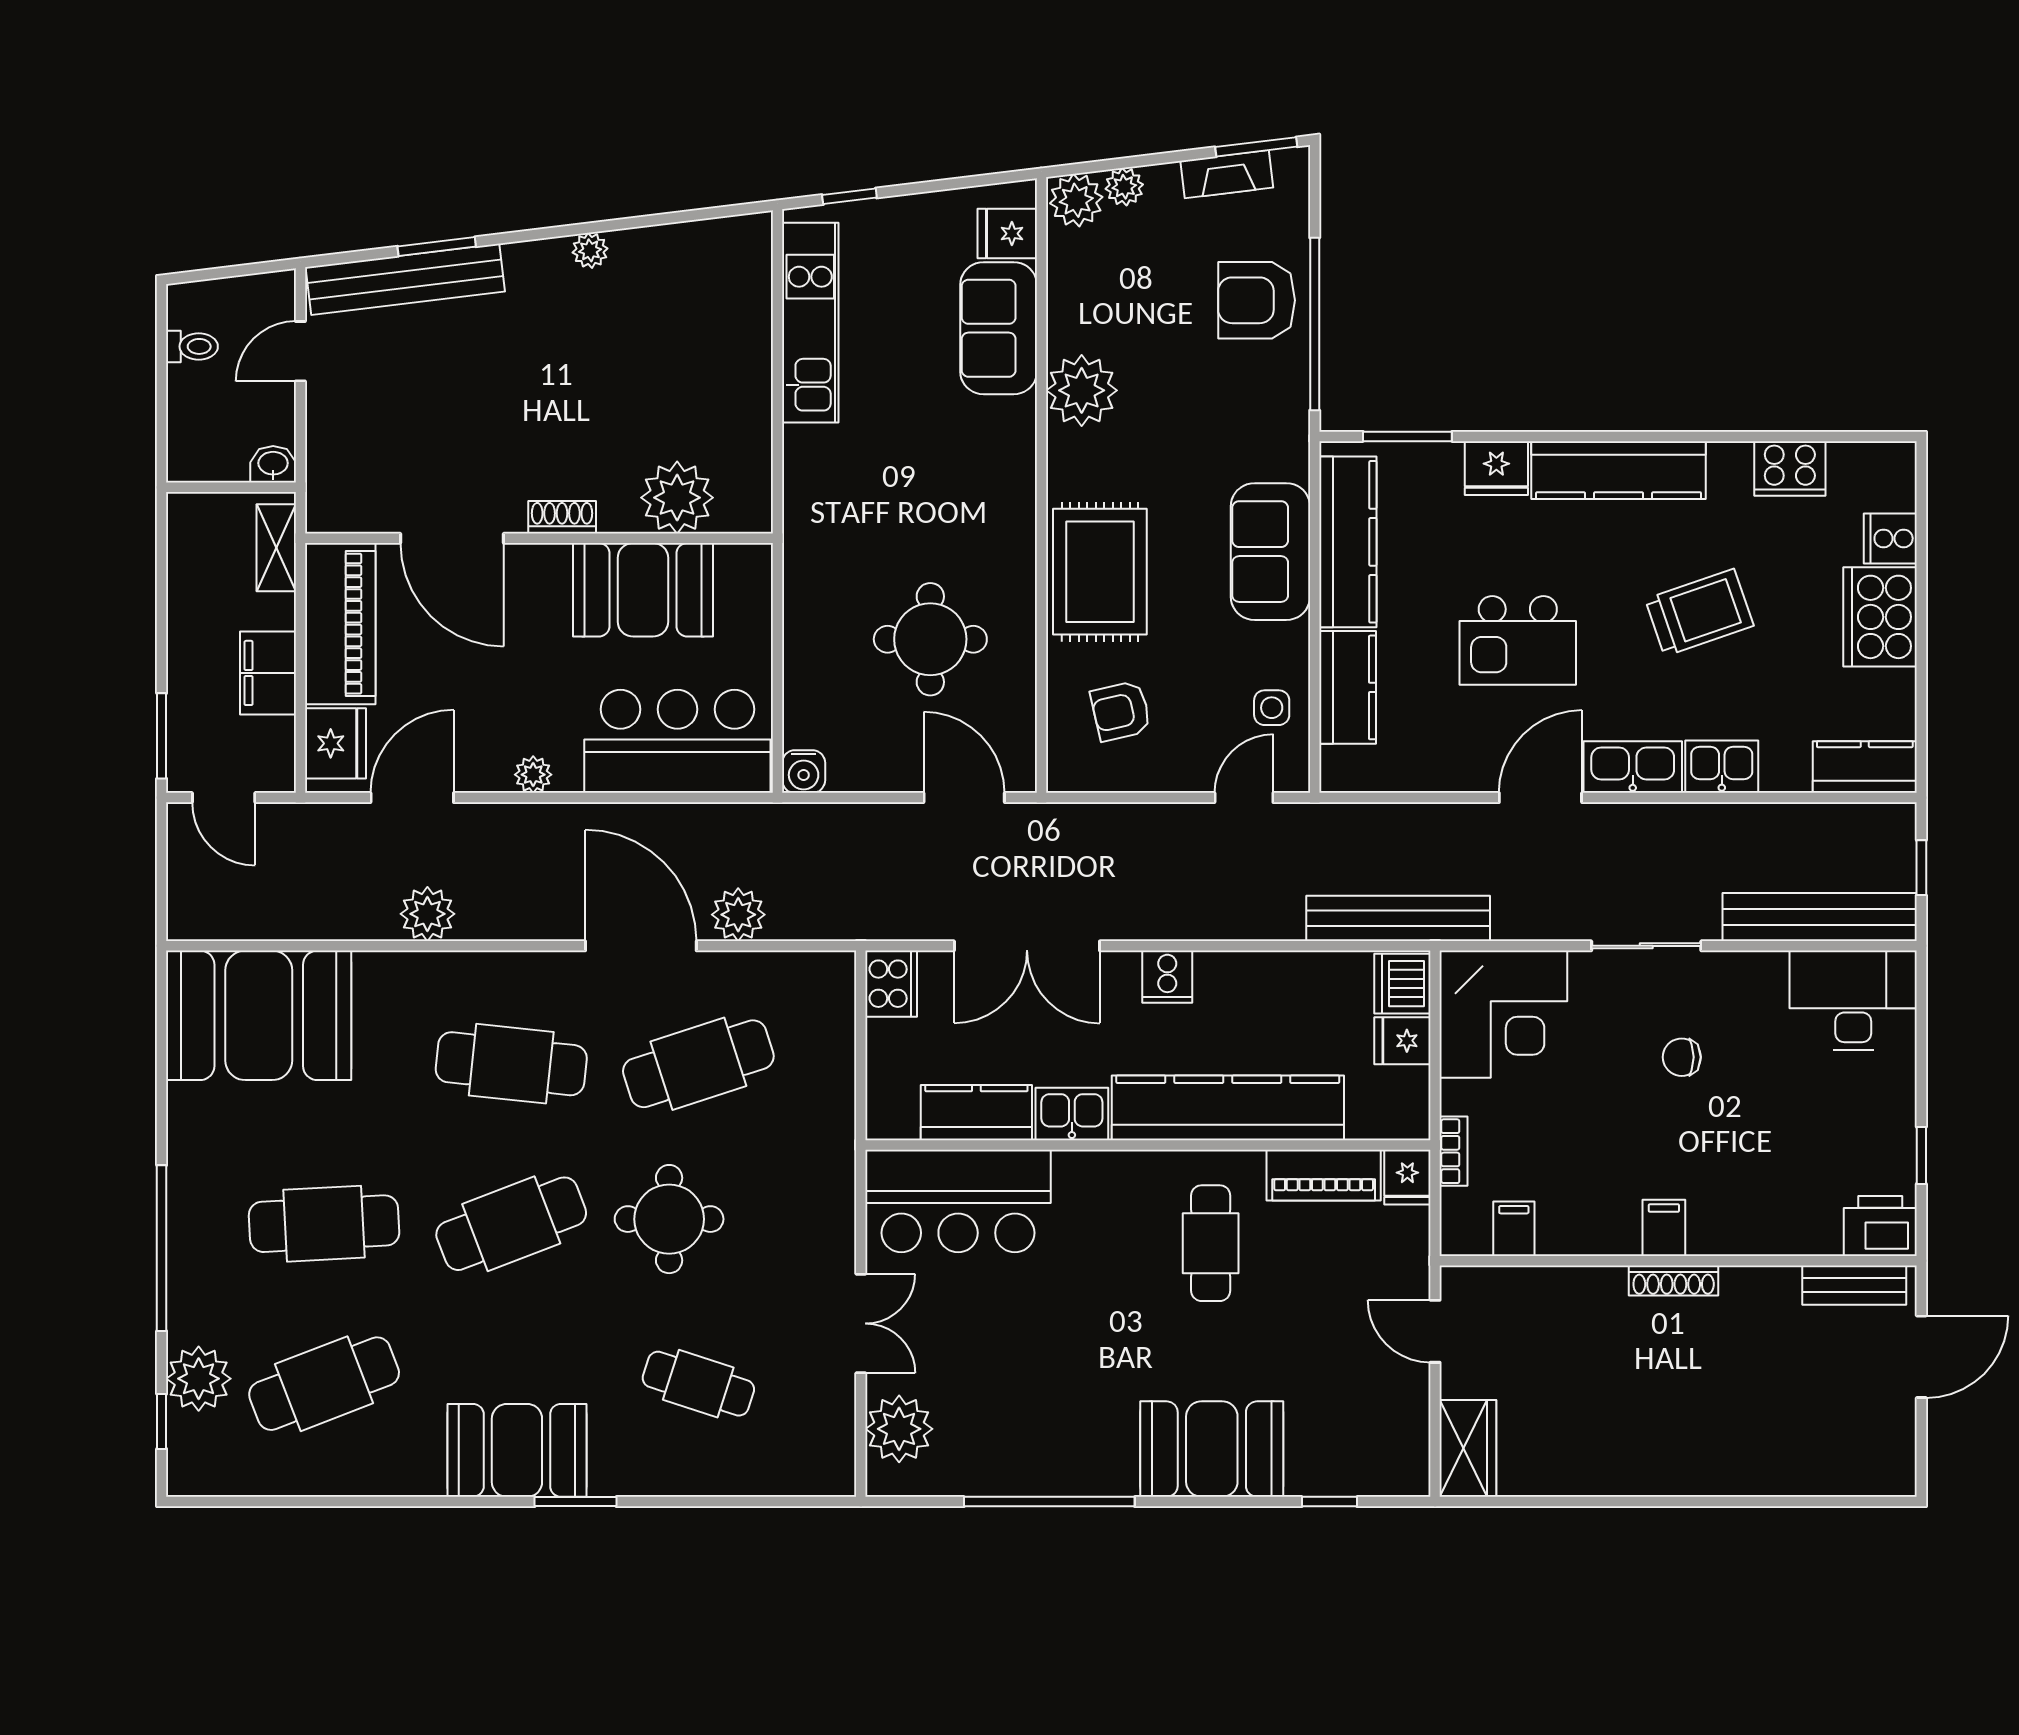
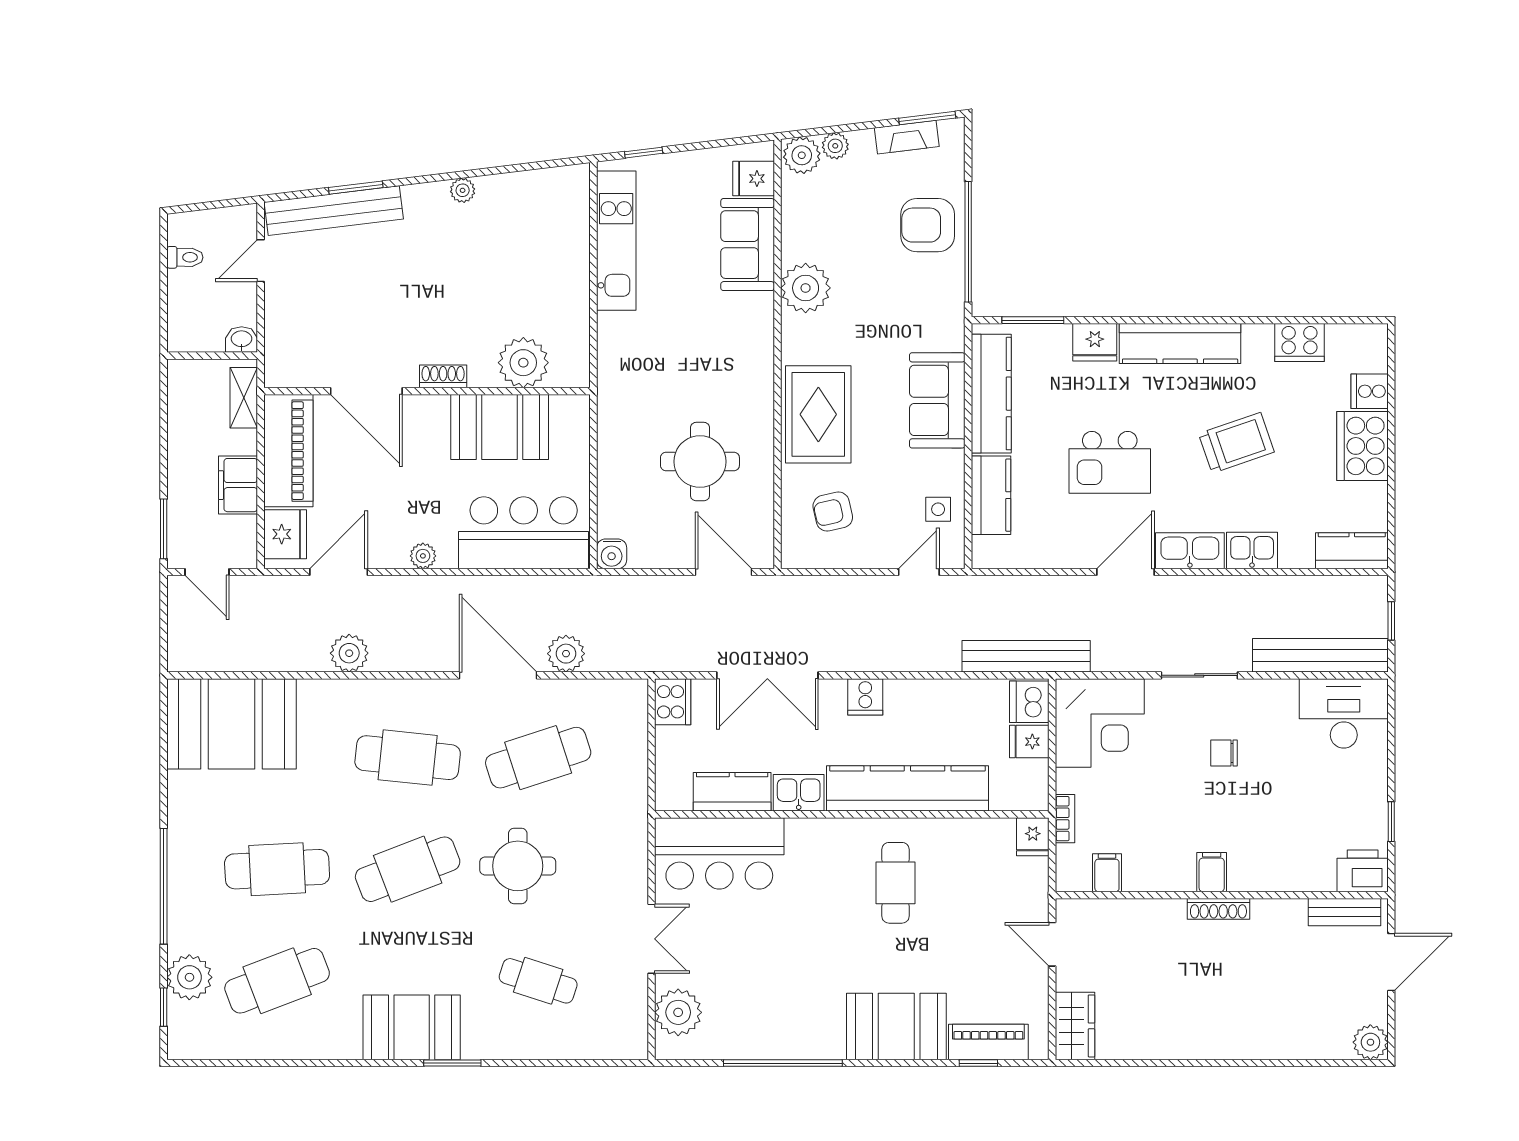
piano: (1324, 1175) -> (988, 1042), moved, turned 180
plant: (1892, 1472) -> (1370, 1042), added

